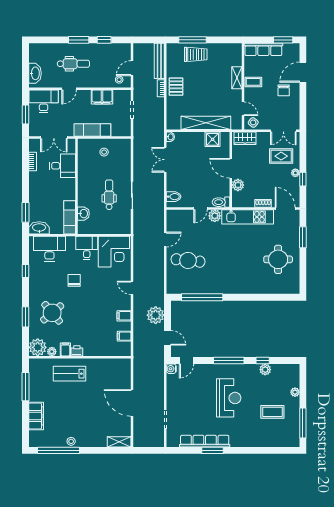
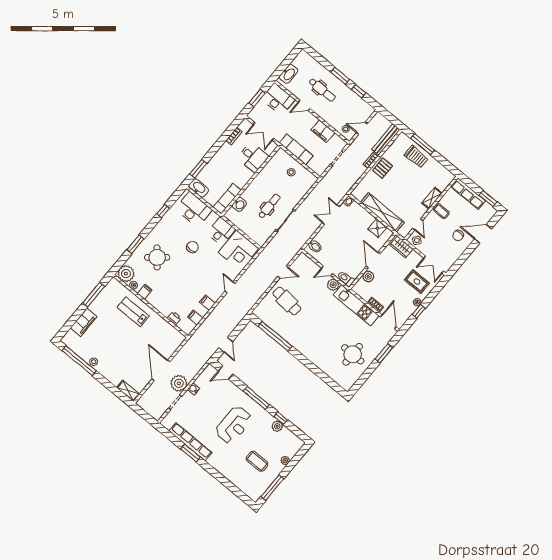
plant: (156, 315) -> (179, 383), moved
printer: (77, 351) -> (174, 318), moved
water cooler: (171, 369) -> (194, 389), moved

